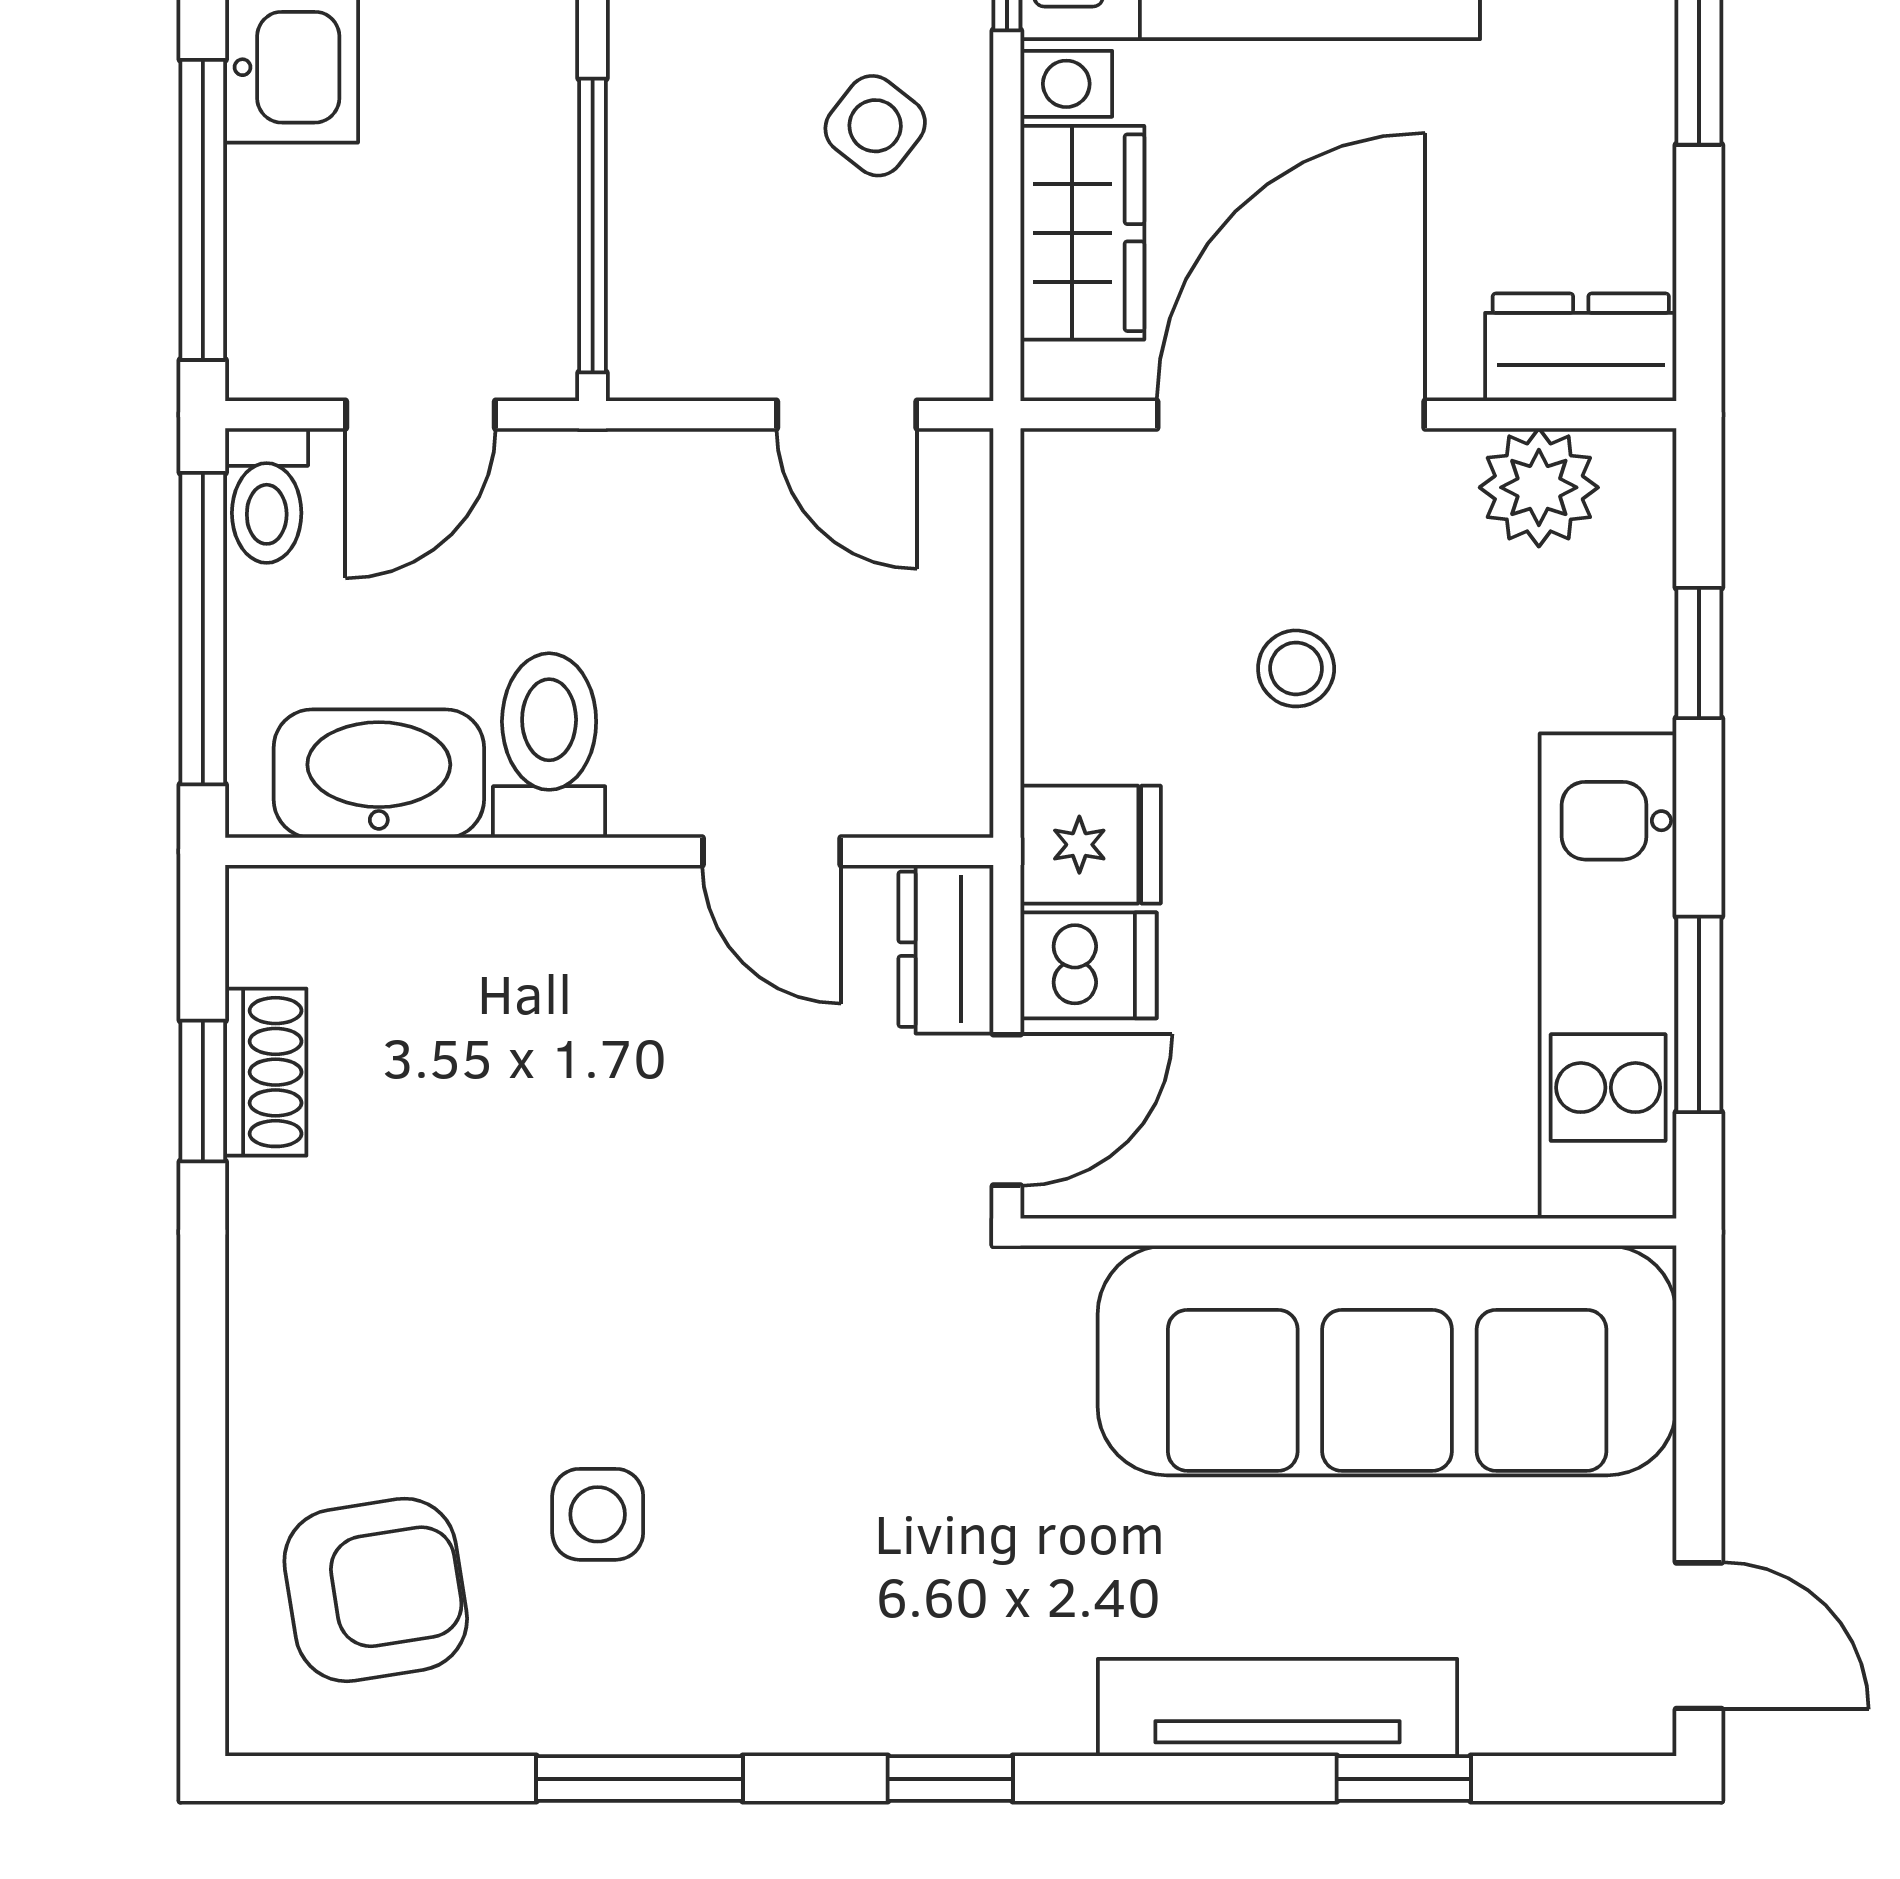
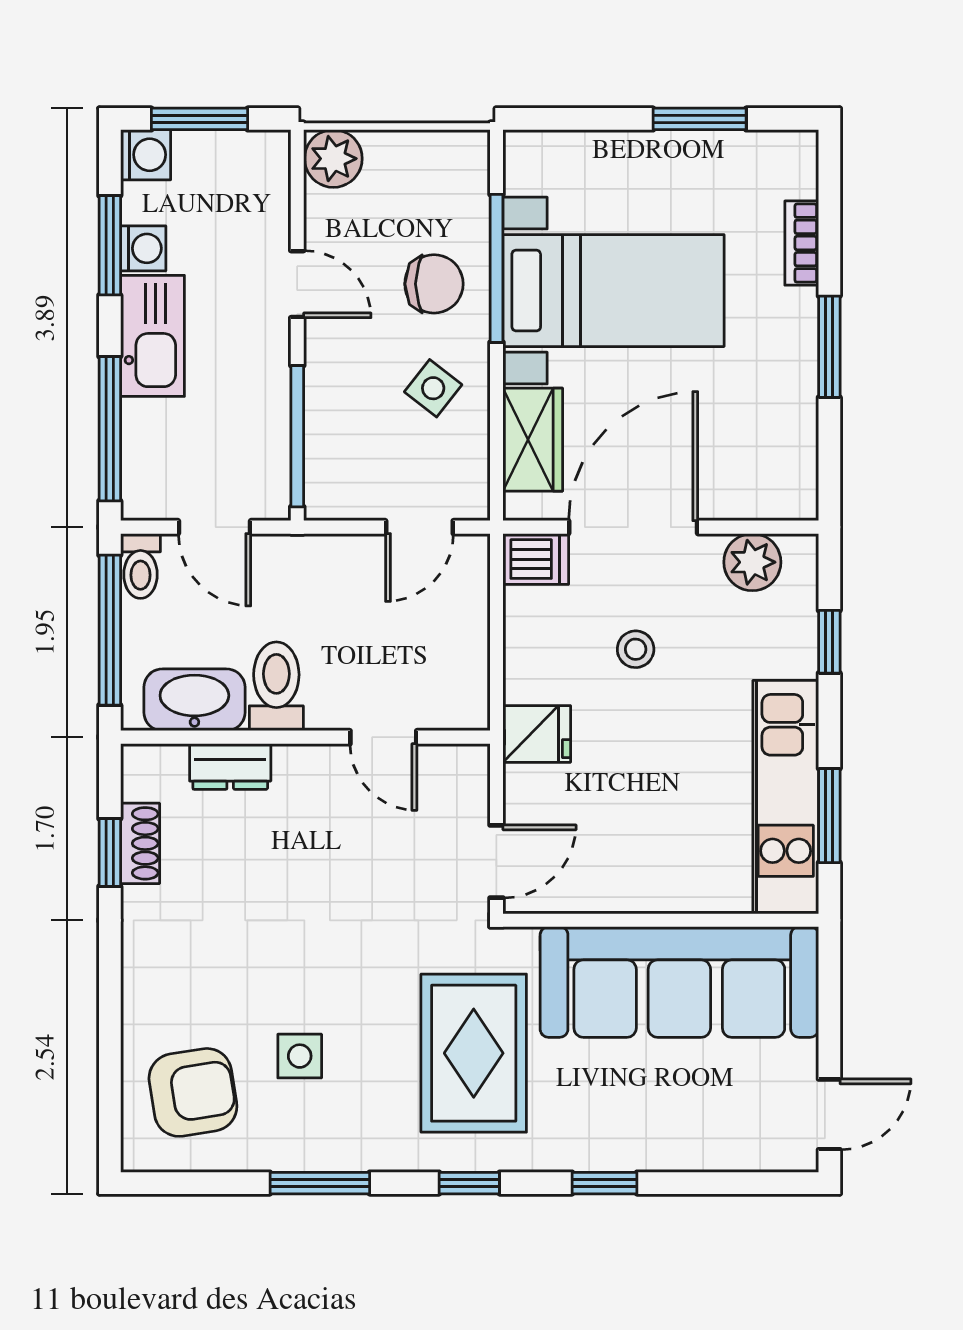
dresser: (1581, 347) -> (772, 495), removed
door: (421, 415) -> (215, 527), hinge flipped
door: (847, 415) -> (419, 527), hinge flipped
dresser: (946, 949) -> (230, 766), moved, turned -90
dishwasher: (1088, 965) -> (536, 559), moved
rug: (959, 1508) -> (474, 1053), added
door: (1699, 1636) -> (829, 1114), hinge flipped
tv unit: (1278, 1707) -> (627, 1149), removed
window: (1404, 1779) -> (604, 1183), moved

